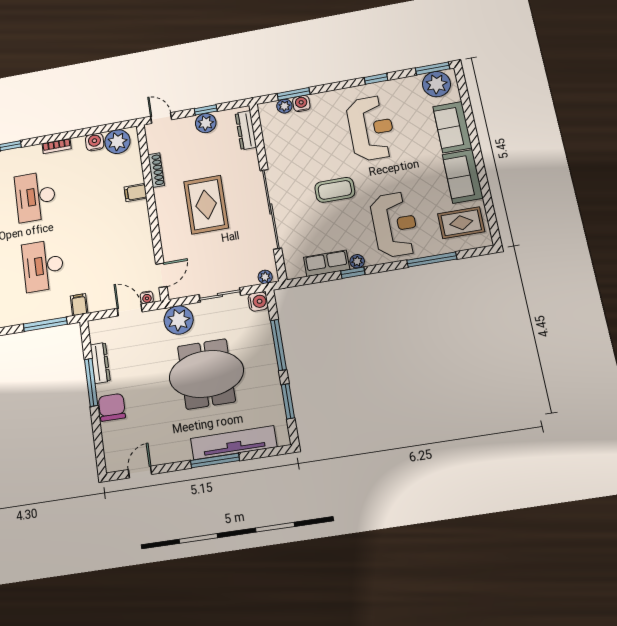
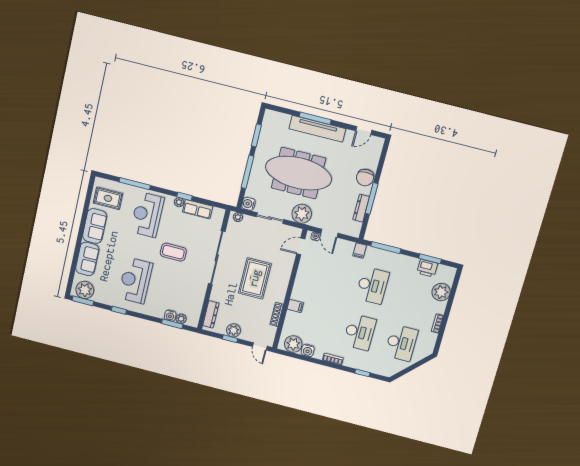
meeting table: (206, 374) -> (299, 173), width x1.36
tv unit: (234, 443) -> (317, 129), moved

